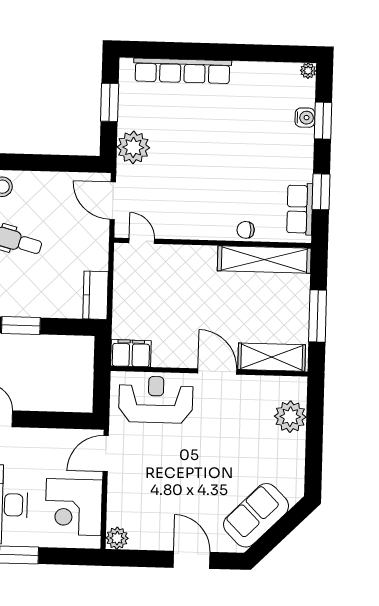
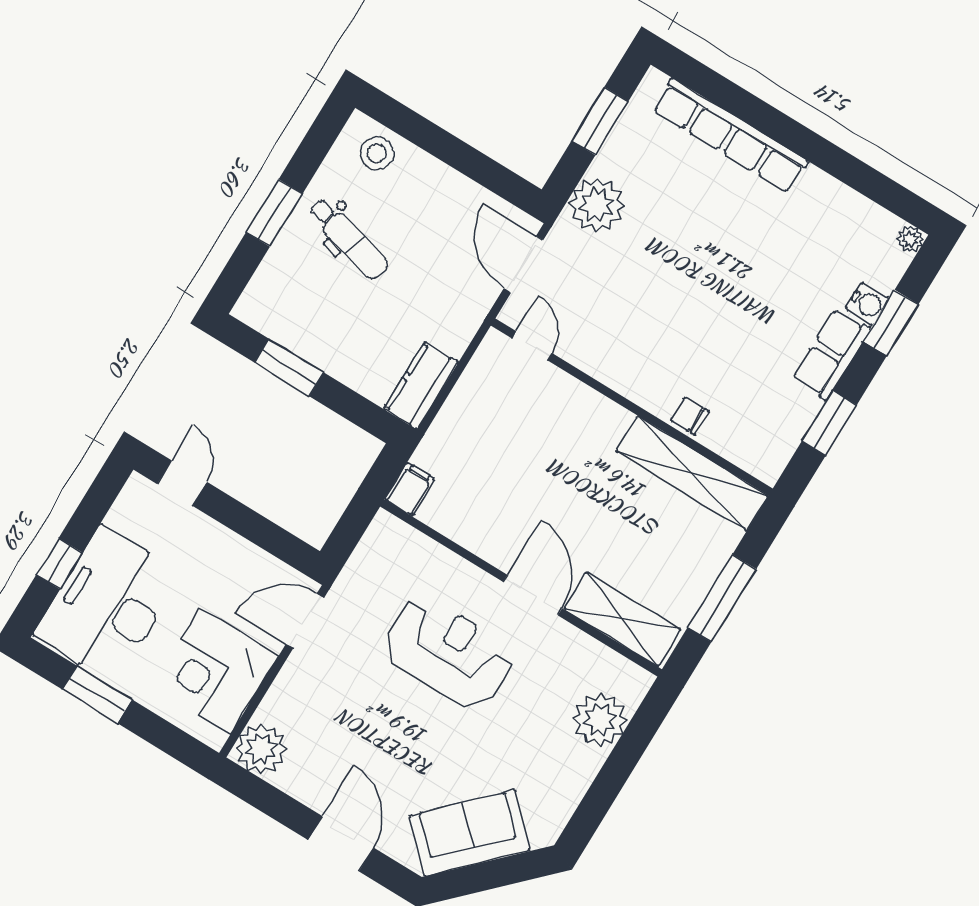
row of seats: (300, 209) -> (831, 354), moved
filing cabinet: (131, 353) -> (410, 489), width x0.50
reception desk: (156, 400) -> (449, 652), moved
plant: (117, 538) -> (261, 749), width x1.36, depth x1.36

